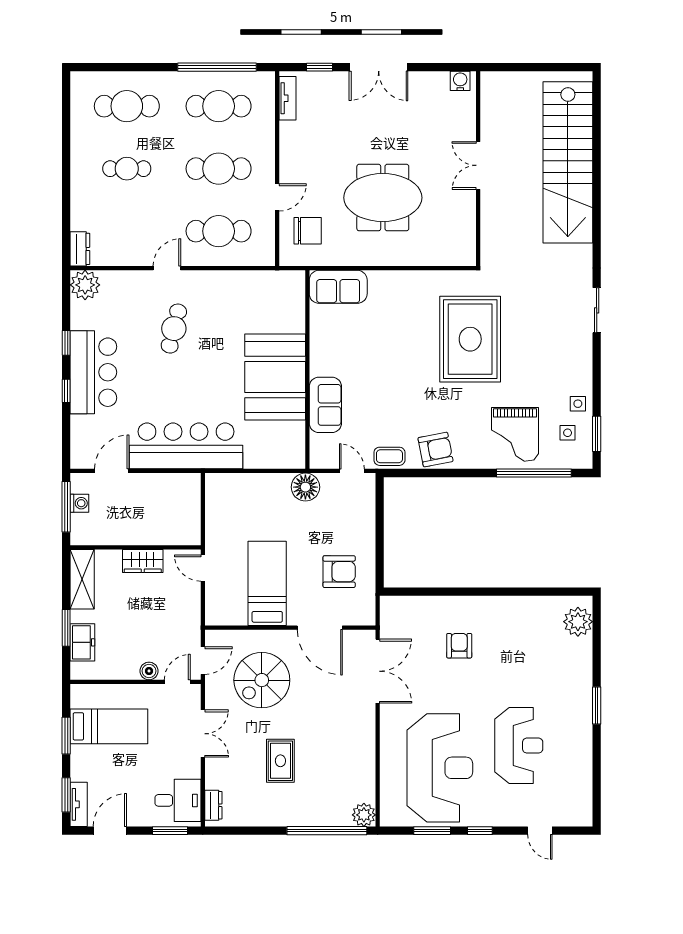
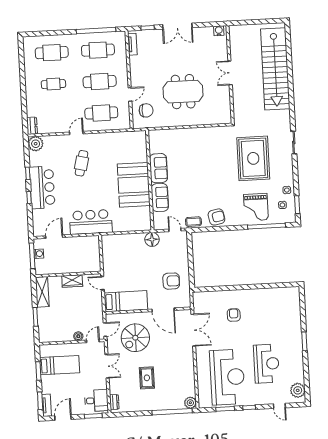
sofa: (338, 287) -> (159, 168), moved, turned -90
rug: (470, 339) -> (253, 158), moved
bar counter: (186, 446) -> (91, 222), width x0.73
bed: (267, 583) -> (126, 301), moved, turned 90
plant: (578, 622) -> (298, 390), moved
freezer: (82, 642) -> (44, 324), removed

